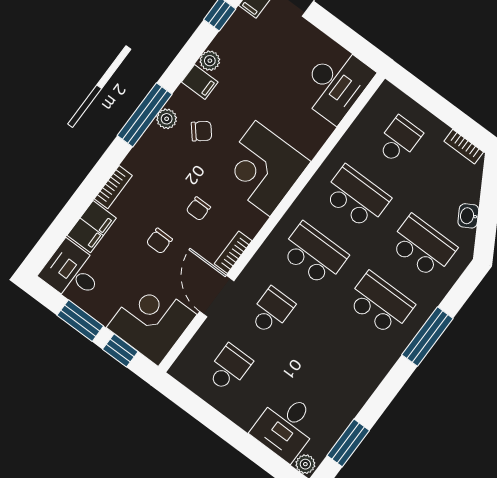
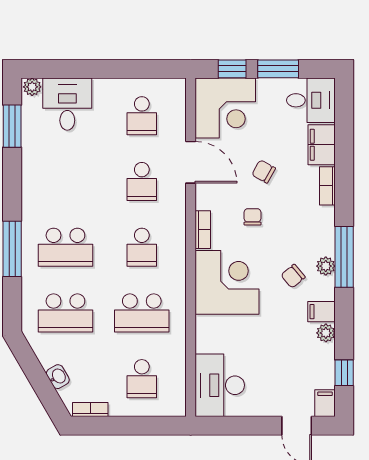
washbasin: (468, 216) -> (58, 377), moved
chair: (159, 241) -> (264, 171), turned -61
bookcase: (233, 252) -> (203, 230), moved
school desk: (314, 254) -> (142, 247), width x0.54

